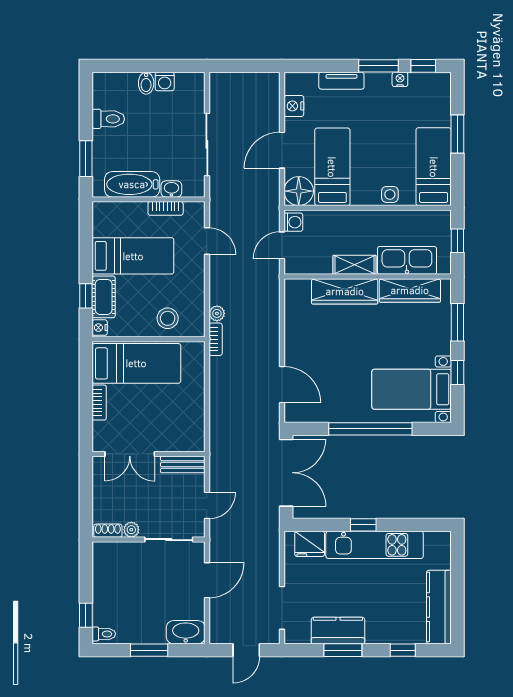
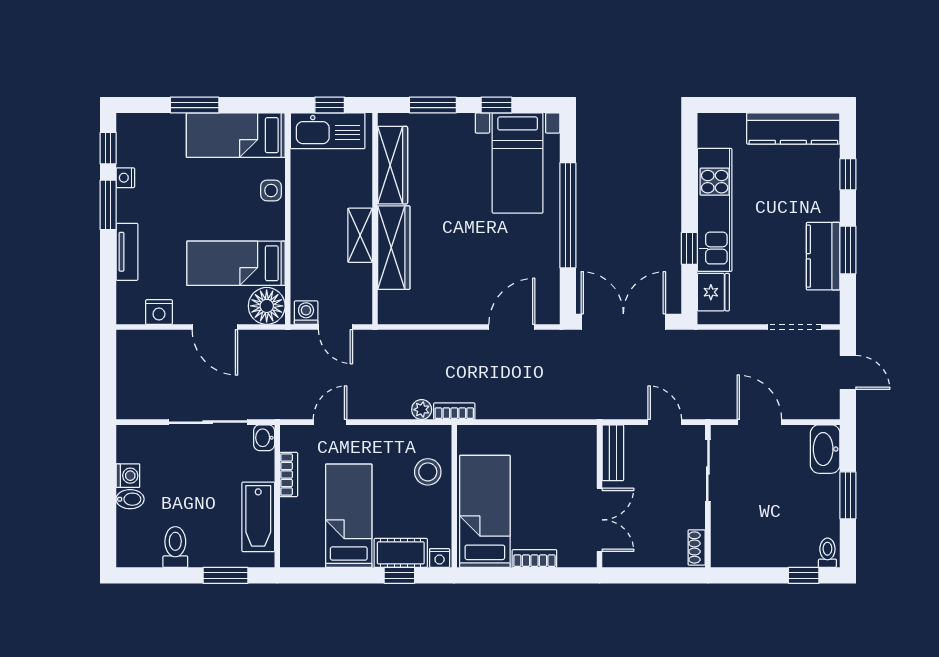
washbasin: (171, 189) -> (264, 438), moved
kitchen sink: (407, 260) -> (328, 131), moved, turned -90
window: (363, 525) -> (689, 248), moved
plant: (131, 530) -> (695, 518), removed

